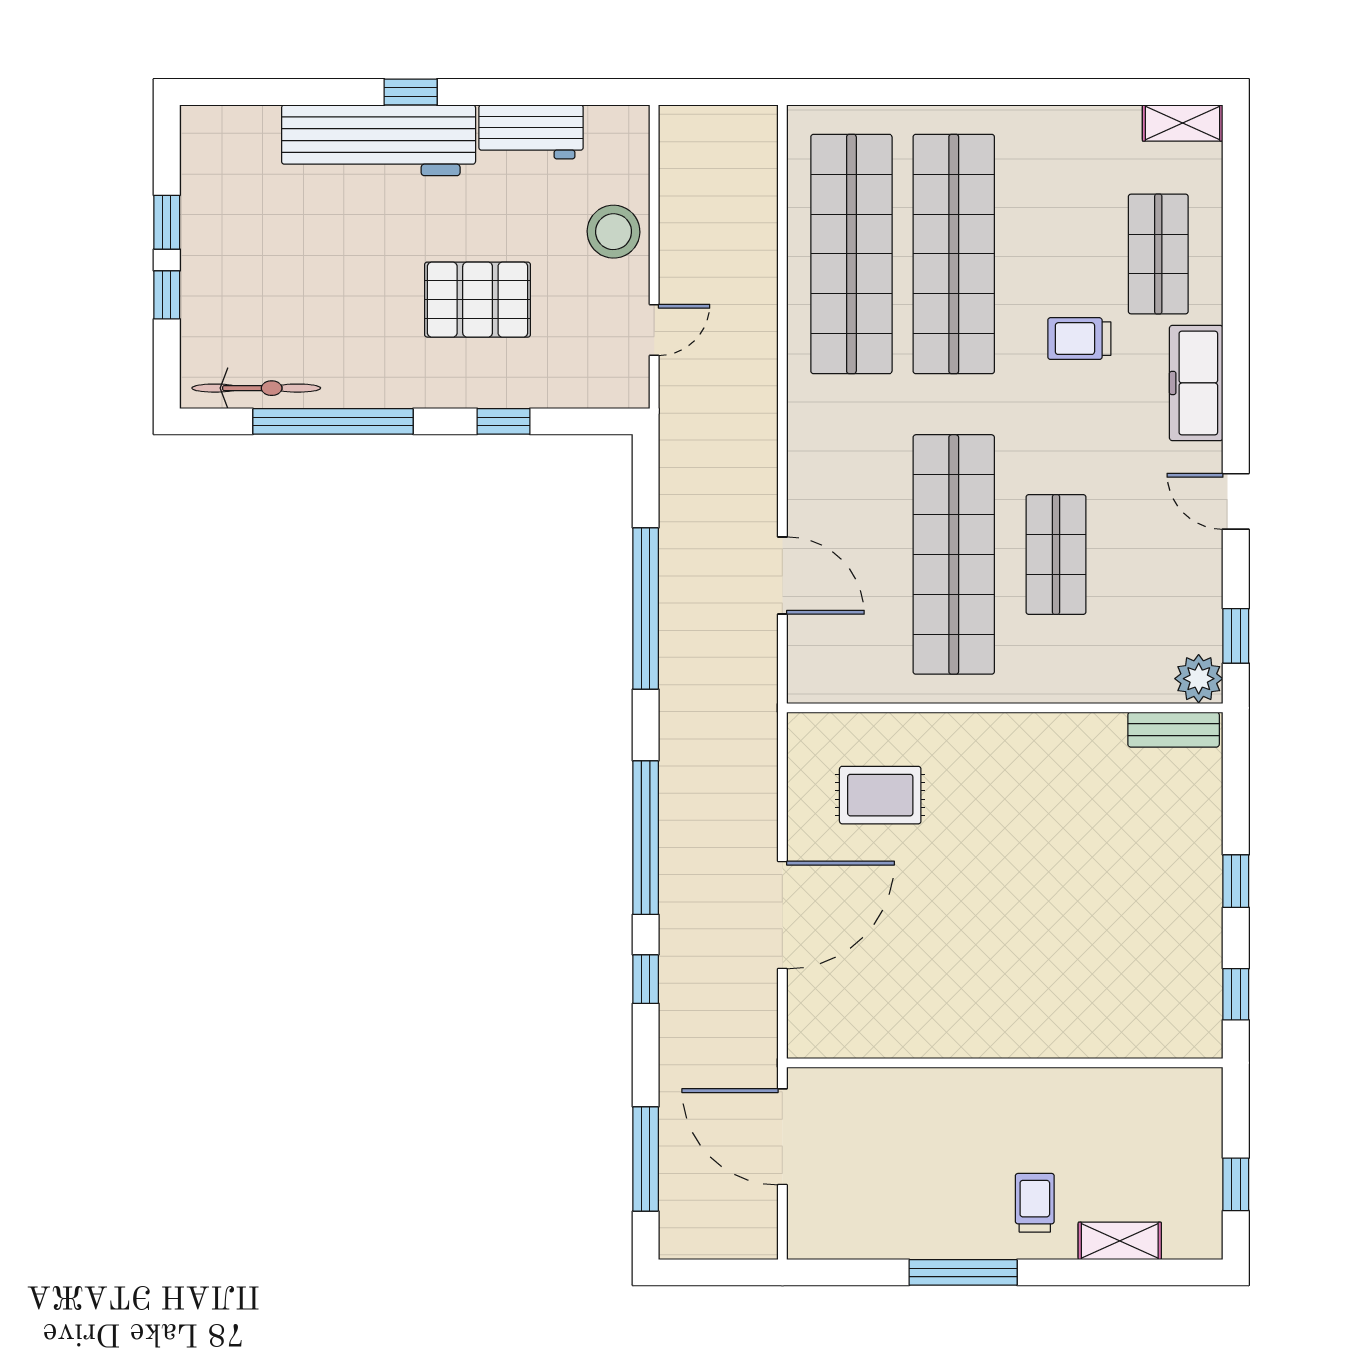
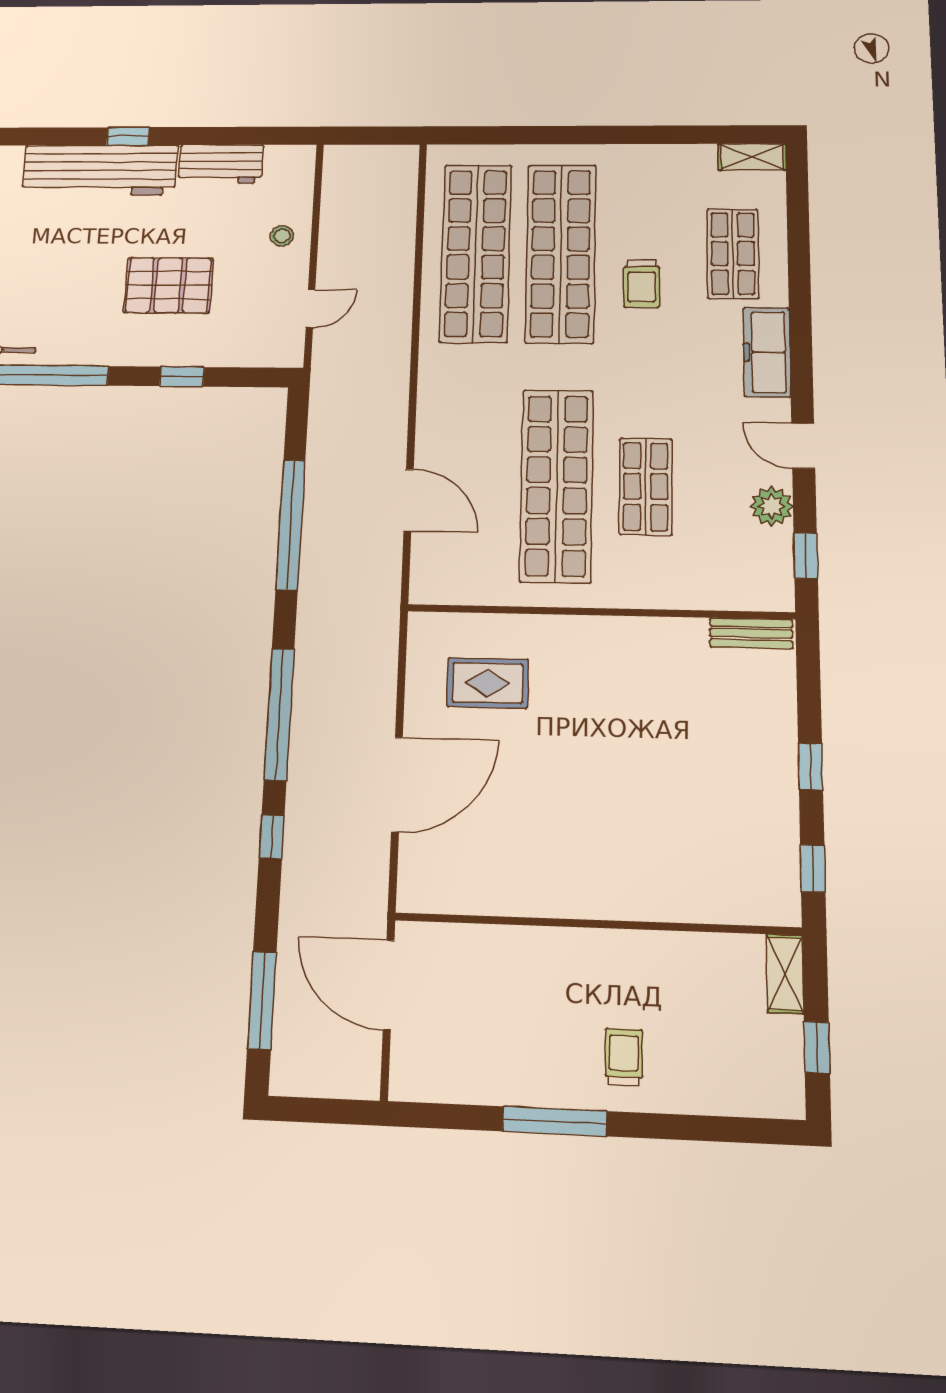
stool: (614, 232) -> (282, 236), width x0.53, depth x0.53
trolley: (1079, 339) -> (642, 284), moved, turned -90
plant: (1199, 679) -> (772, 506), moved
shelving: (1120, 1241) -> (785, 974), moved, turned 90

